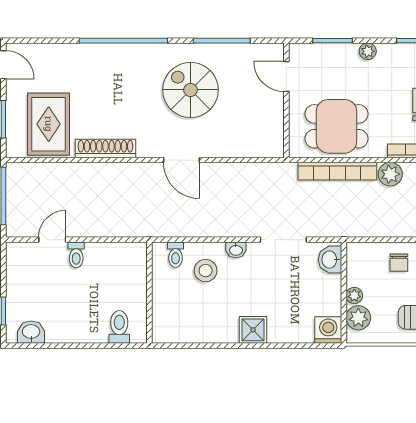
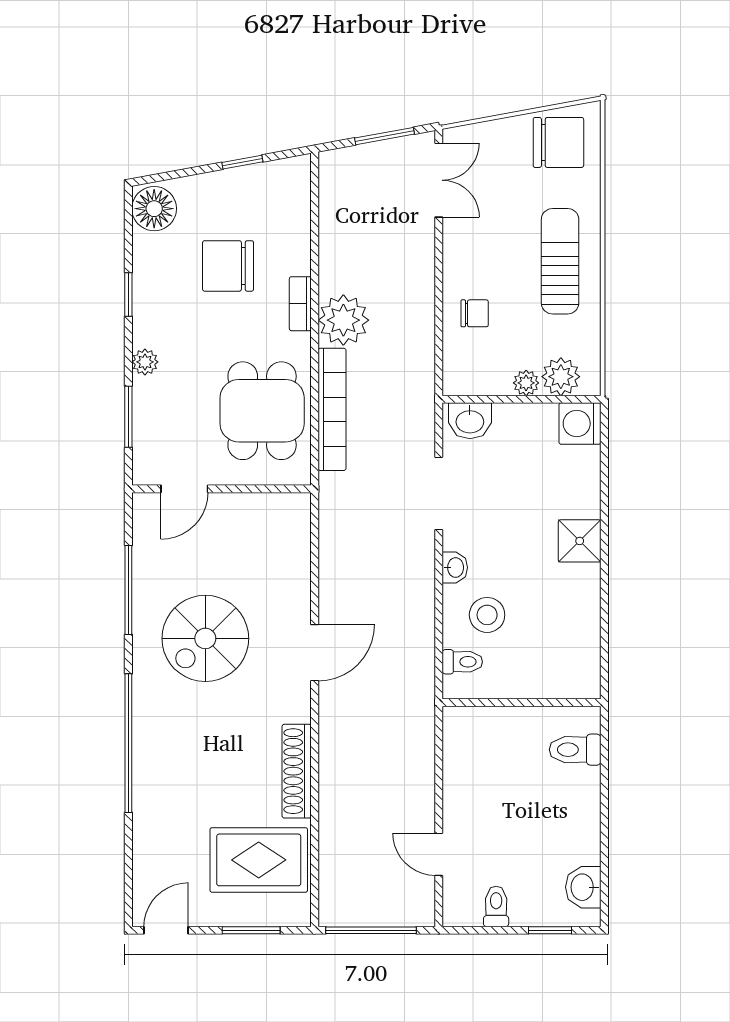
plant: (390, 174) -> (343, 320), width x1.36, depth x1.36
toilet: (76, 255) -> (496, 906), moved, turned -90

